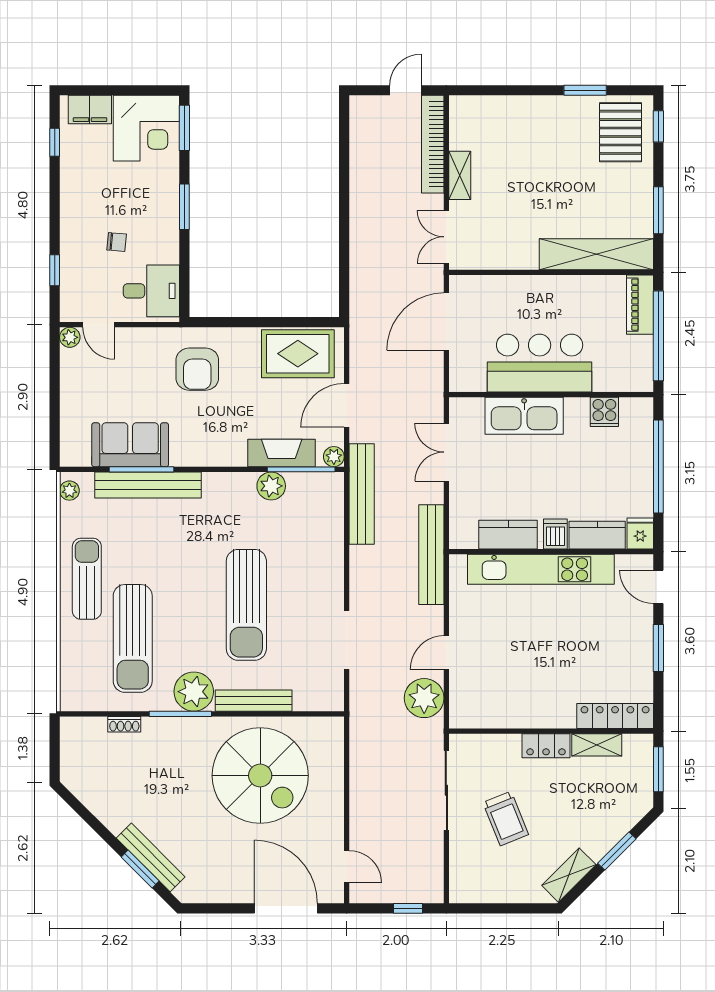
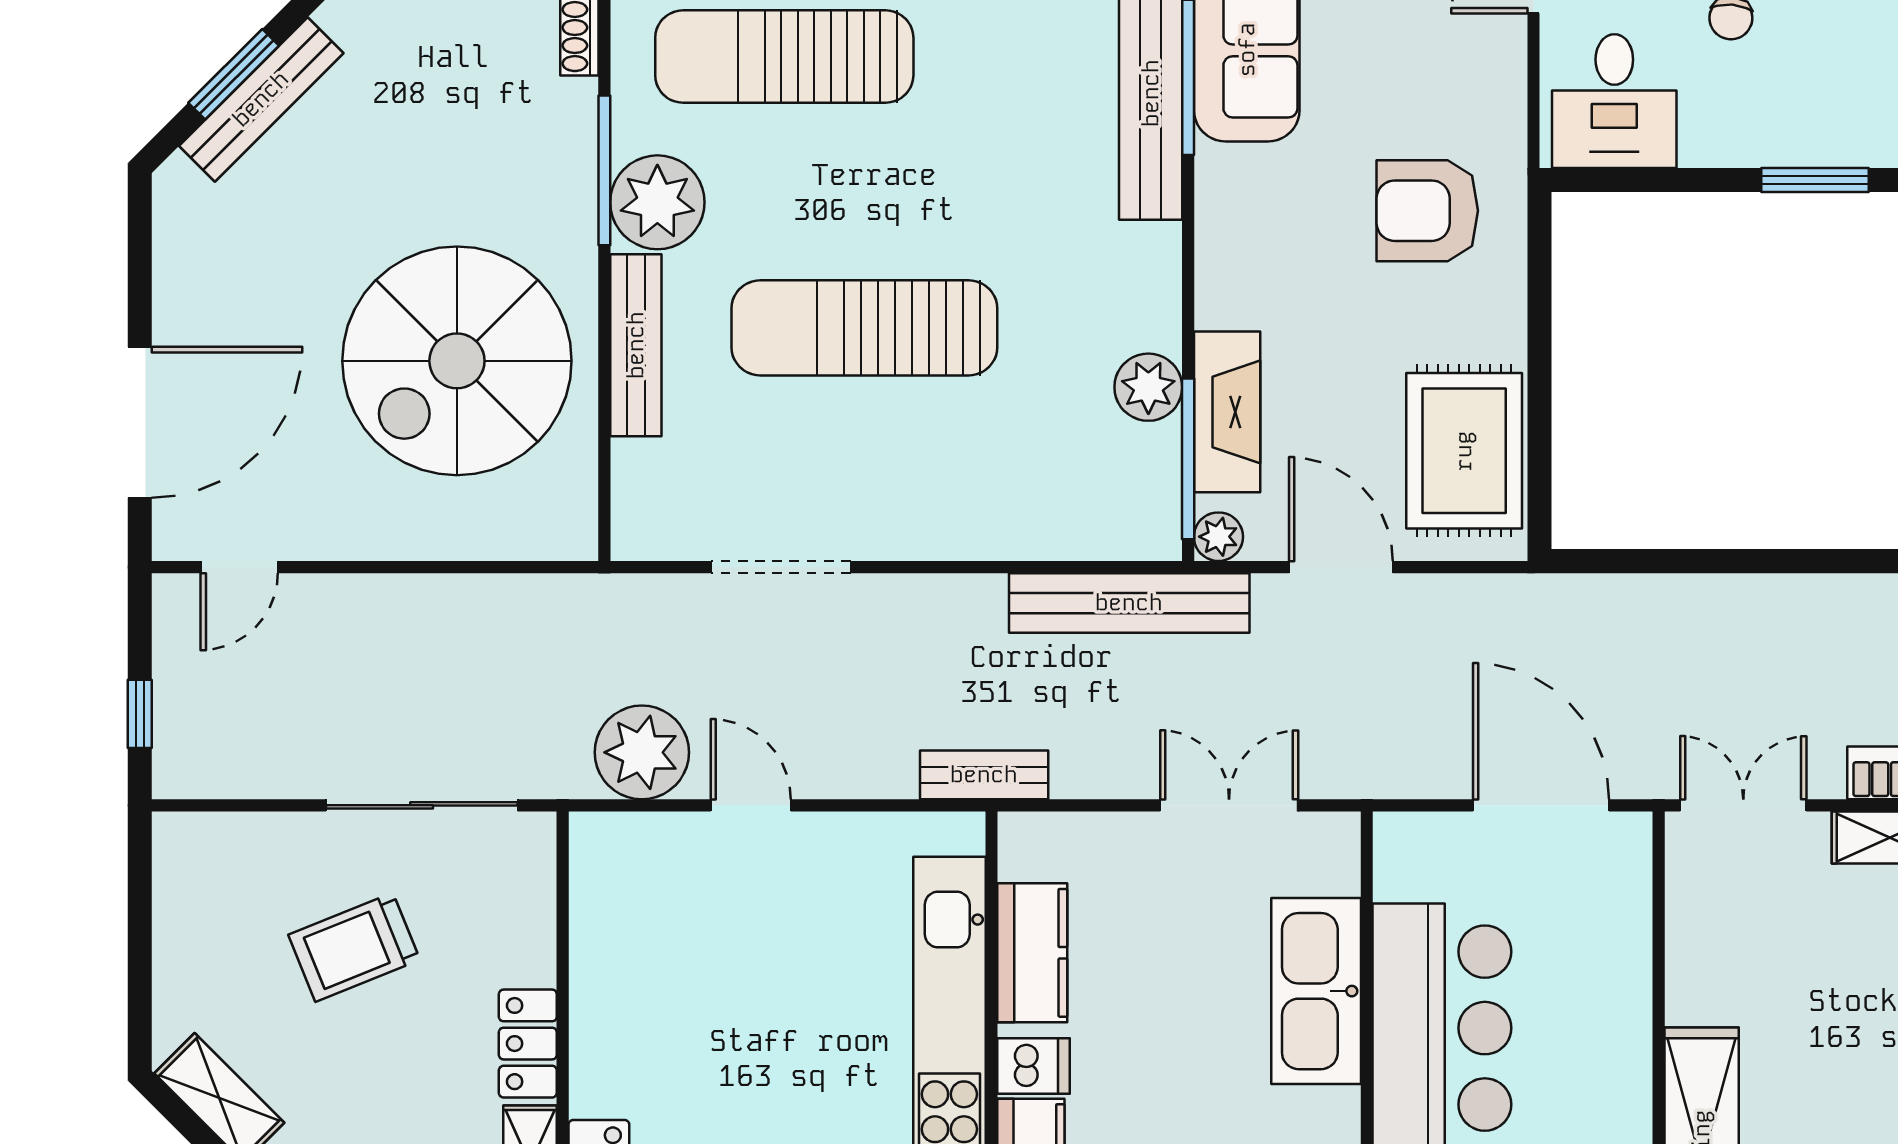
bench: (431, 555) -> (984, 775), width x0.54, depth x0.82

